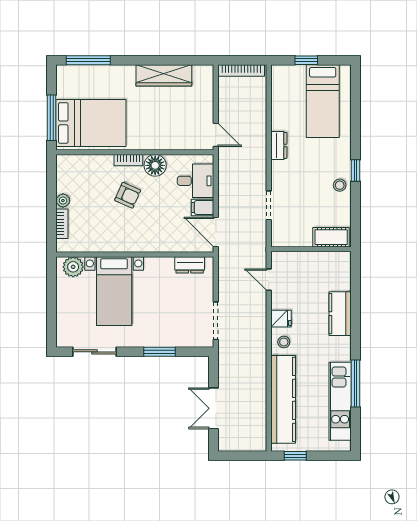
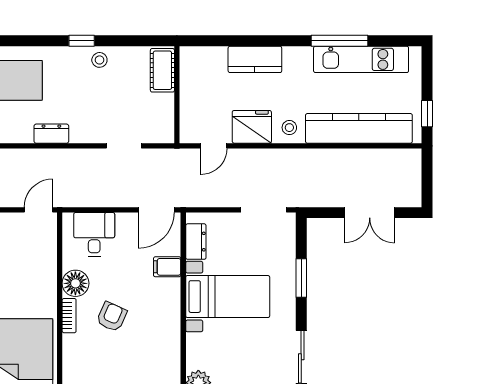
filing cabinet: (203, 207) -> (167, 267), moved, turned 90
bed with nightstands: (114, 291) -> (228, 297), moved
fridge: (281, 319) -> (252, 127), width x1.88, depth x1.34

